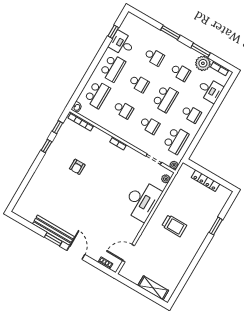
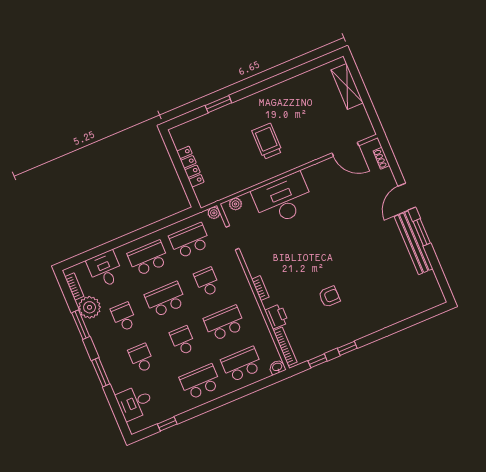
desk: (122, 43) -> (135, 402), moved, turned 90
school desk: (123, 110) -> (224, 323), width x1.85
school desk: (191, 114) -> (148, 258), width x1.85
printer: (98, 135) -> (277, 316), added

